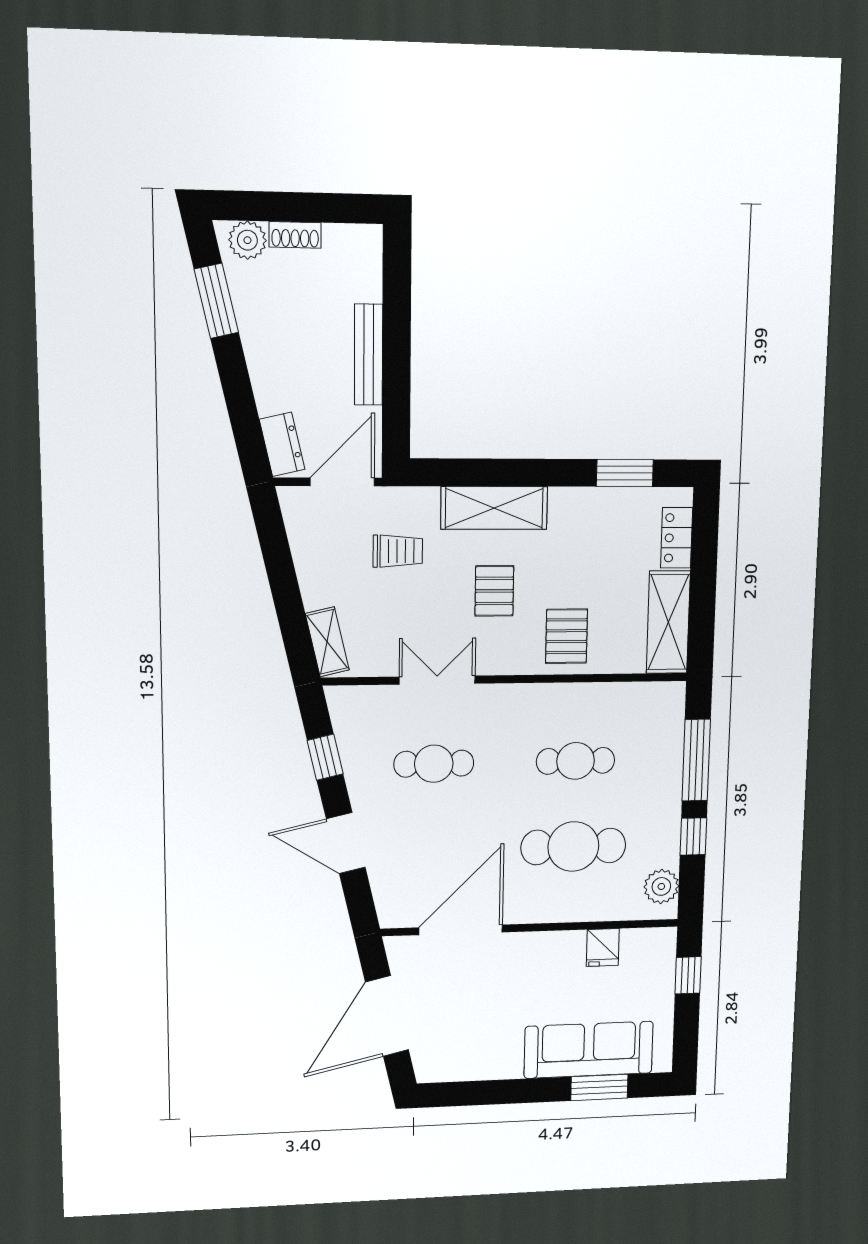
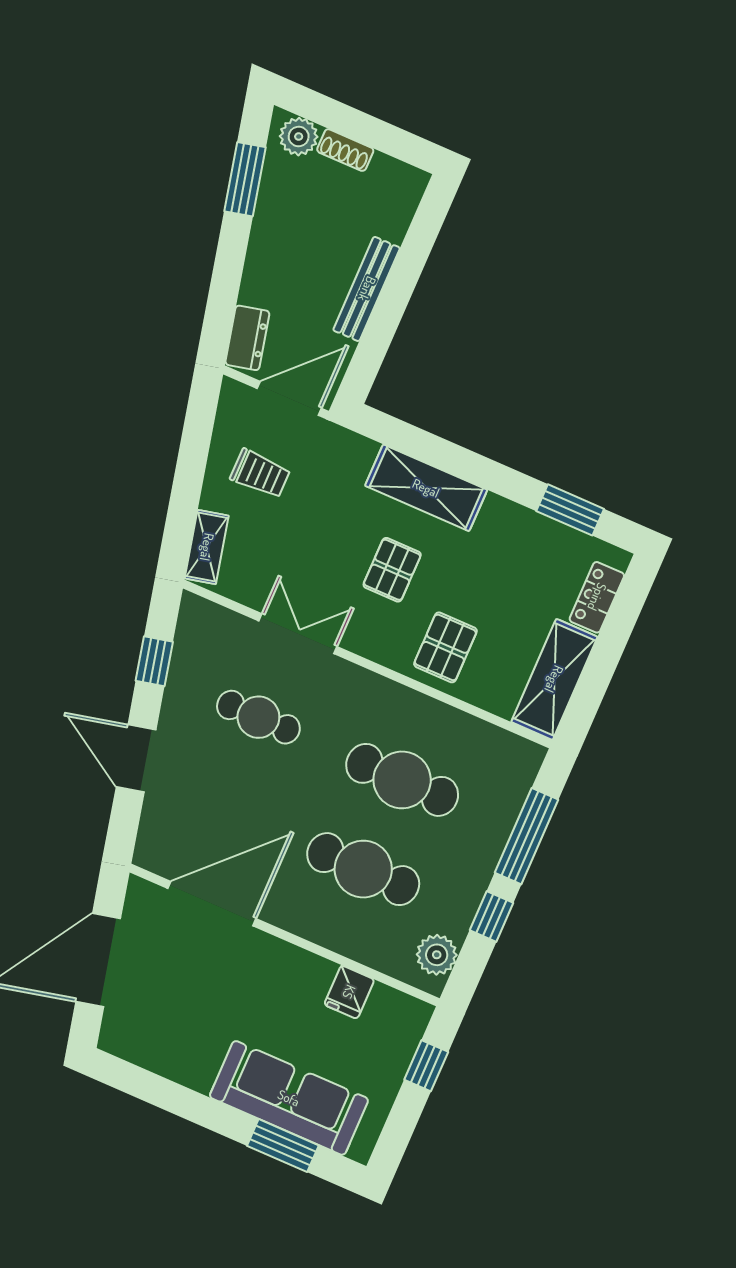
trolley: (398, 551) -> (260, 474), moved
cafe table: (576, 761) -> (402, 780), width x1.37, depth x1.35

